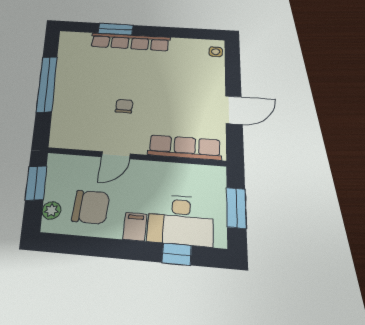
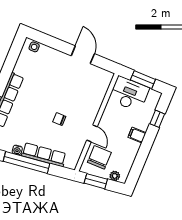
water cooler: (63, 69) -> (17, 150), added
row of seats: (185, 147) -> (44, 155), moved, turned 83
chair: (91, 207) -> (99, 157), moved
desk: (181, 220) -> (129, 94), moved, turned -90

